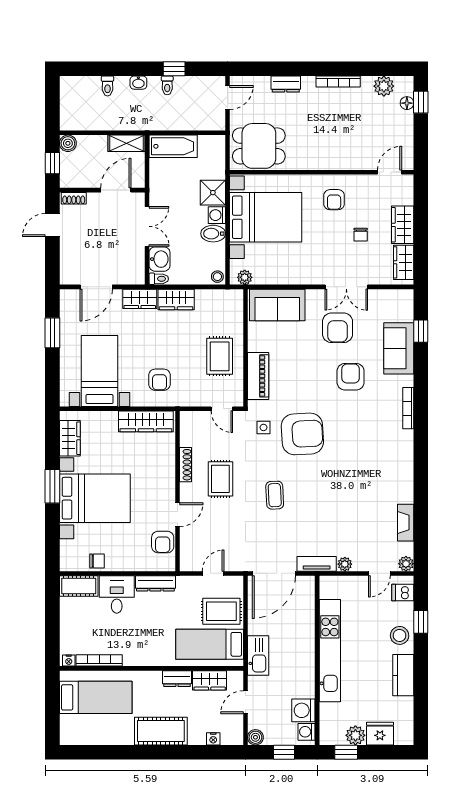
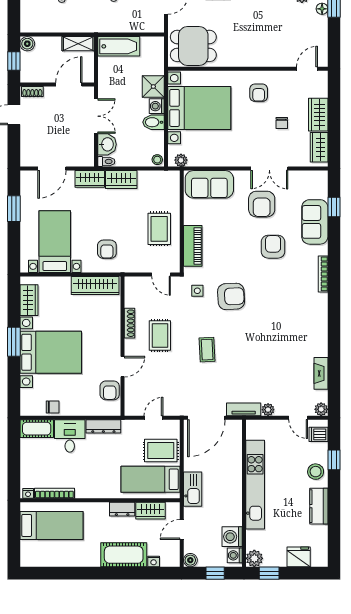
armchair: (302, 434) -> (231, 296), width x0.73, depth x0.73
door: (379, 573) -> (298, 418), hinge flipped
cot: (161, 731) -> (124, 555), moved
plant: (355, 735) -> (254, 558), moved

